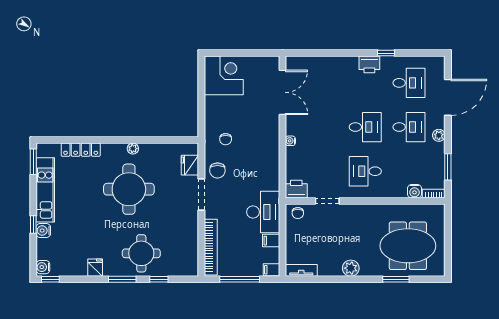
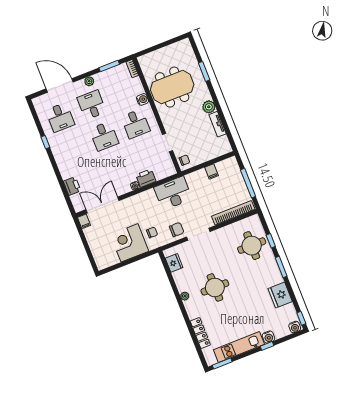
printer: (369, 64) -> (72, 186), moved
corner desk: (224, 75) -> (130, 243), moved
desk: (409, 83) -> (60, 117), turned 180
desk: (365, 127) -> (104, 136), turned 180
fridge: (190, 165) -> (174, 263), moved, turned -90
round table: (129, 189) -> (215, 287), width x0.73, depth x0.73
printer: (296, 189) -> (146, 178), moved, turned 90
water cooler: (414, 191) -> (142, 99), moved
desk: (263, 212) -> (173, 193), moved
meeting table: (408, 246) -> (172, 87), moved, turned 90
round table: (141, 253) -> (252, 246), moved
fridge: (95, 268) -> (280, 295), width x1.88, depth x1.34
filing cabinet: (272, 270) -> (84, 221), moved
tv unit: (301, 270) -> (218, 124), moved

